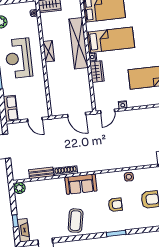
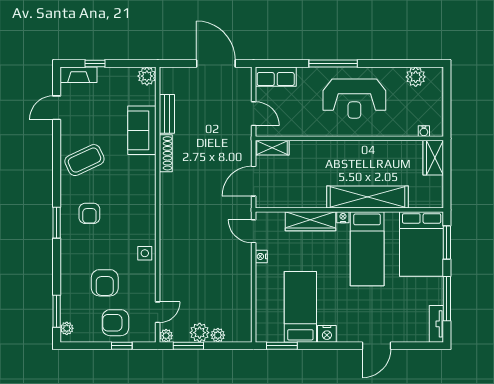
shelving: (49, 51) -> (272, 148), moved
reception desk: (19, 58) -> (354, 99), turned 180
wardrobe: (97, 72) -> (310, 221), width x1.50
door: (35, 119) -> (254, 114), swing flipped
sofa: (81, 184) -> (142, 130), moved
armchair: (115, 205) -> (89, 213), moved
coffee table: (76, 221) -> (84, 160), turned -36

